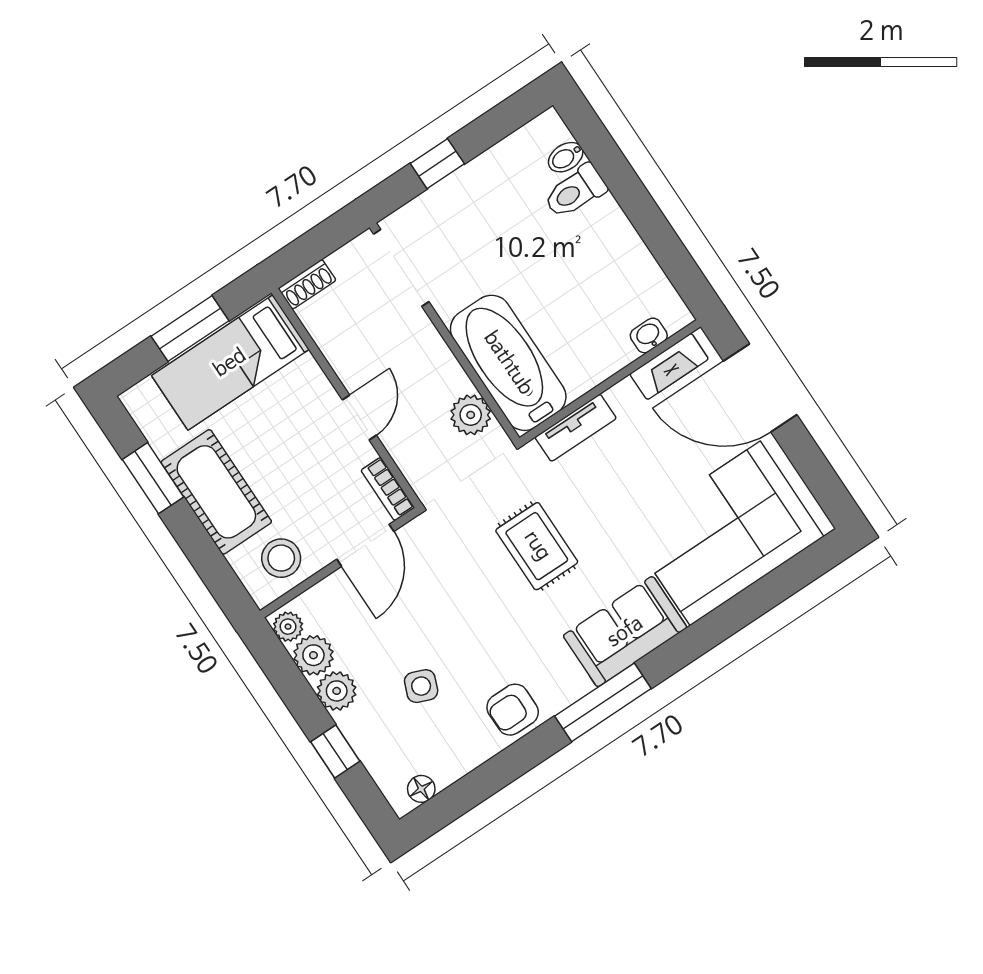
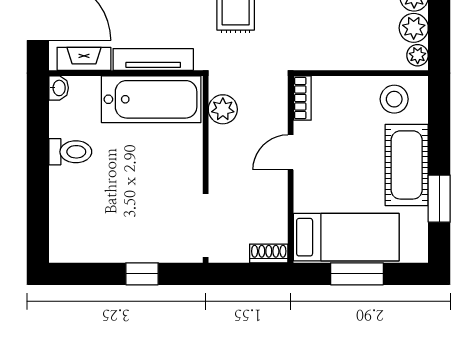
bidet: (566, 157) -> (62, 226), removed
toilet: (575, 191) -> (70, 152), moved
washbasin: (649, 335) -> (59, 88), moved, turned -90
bathtub: (508, 363) -> (151, 99), moved, turned -90
tv unit: (576, 428) -> (153, 59), width x1.41
door: (365, 545) -> (338, 73), removed

